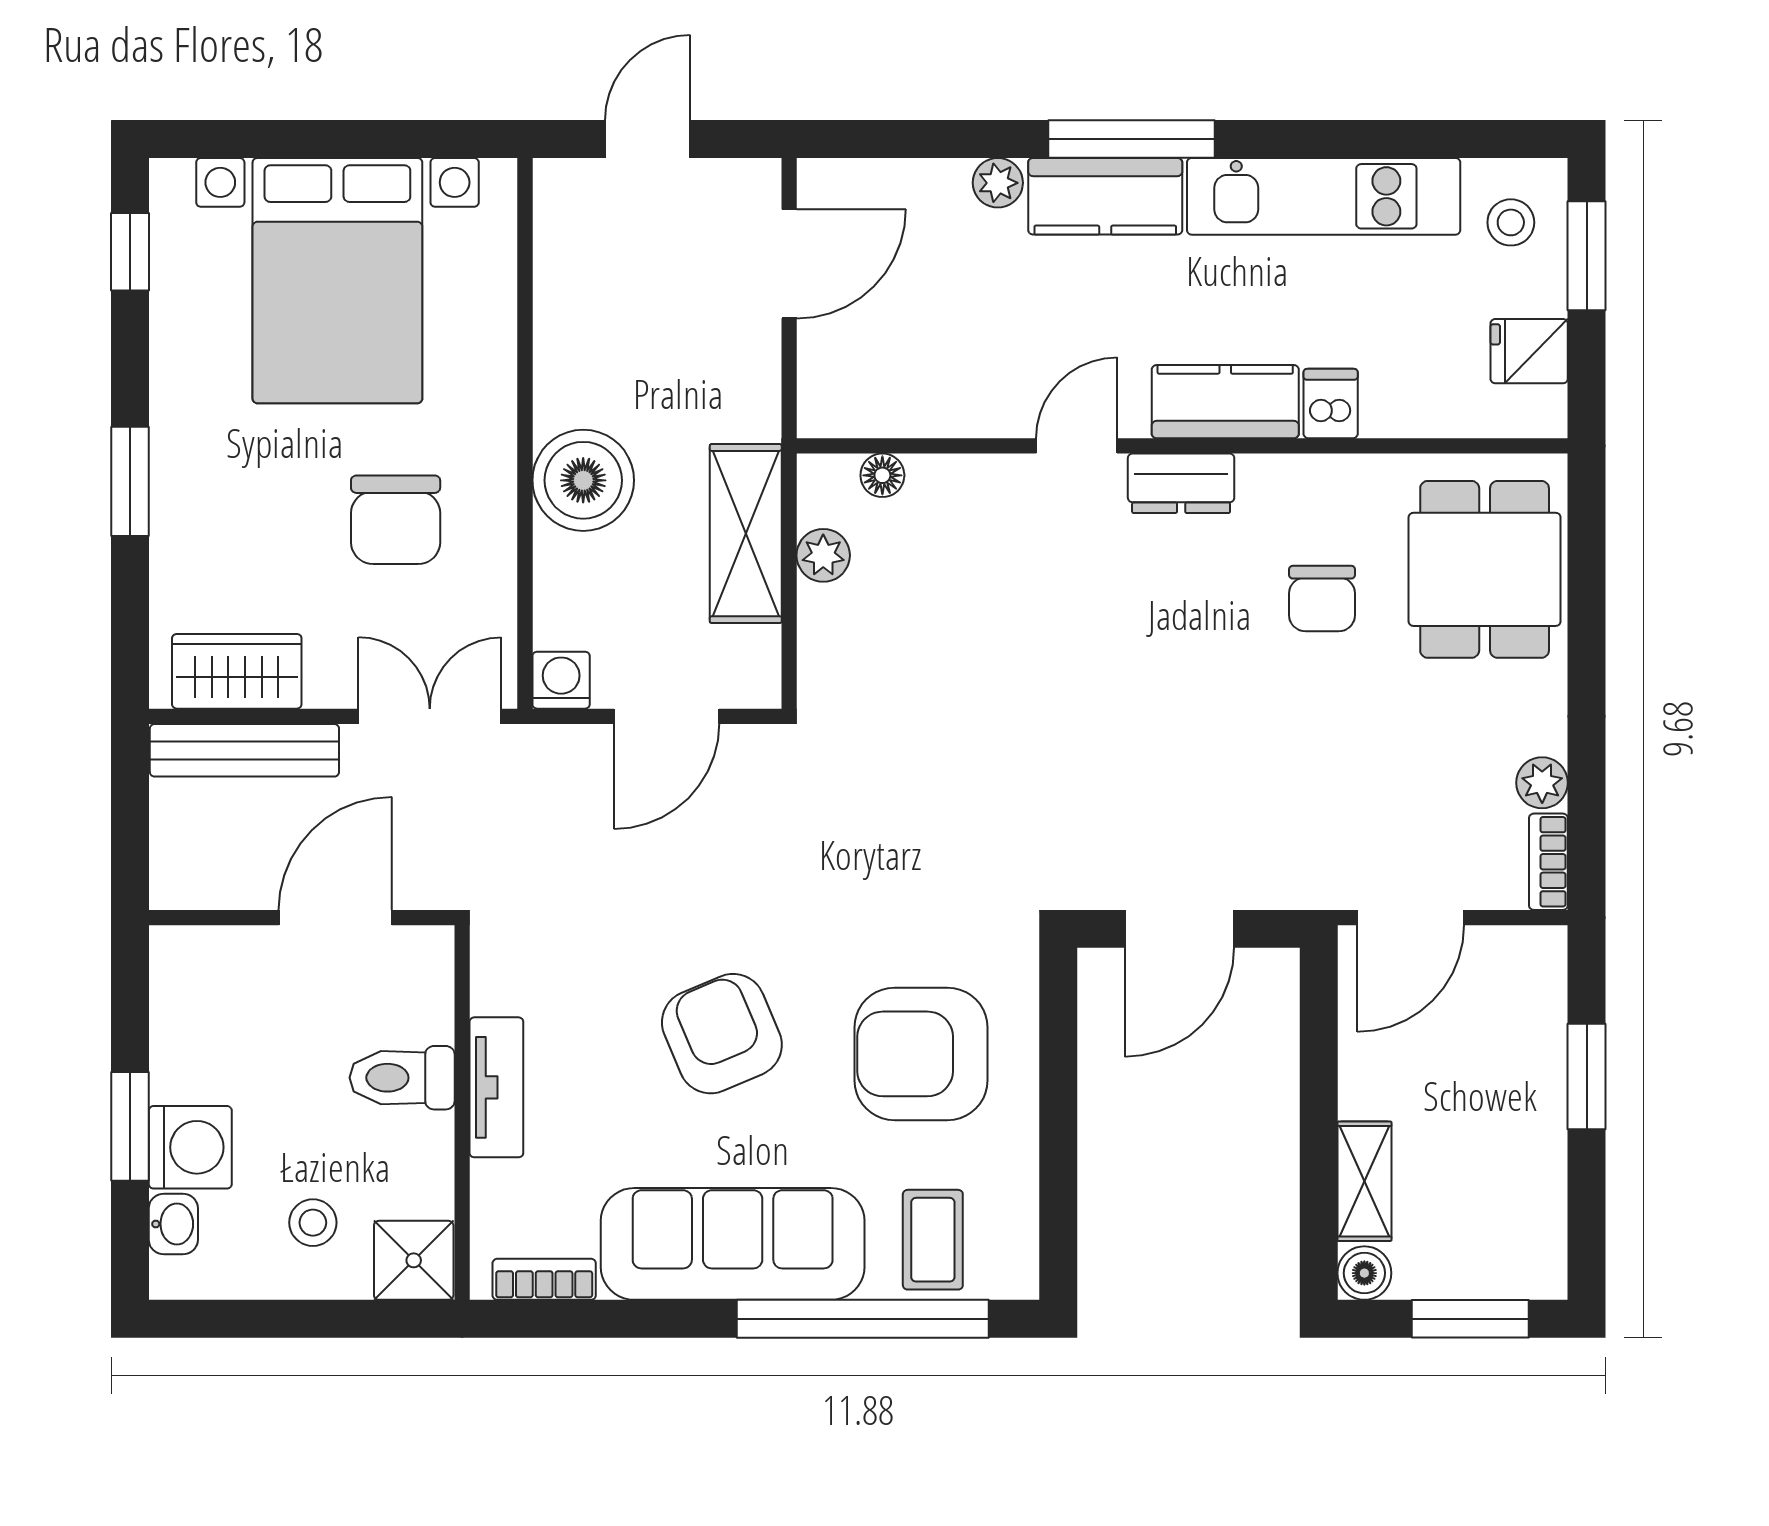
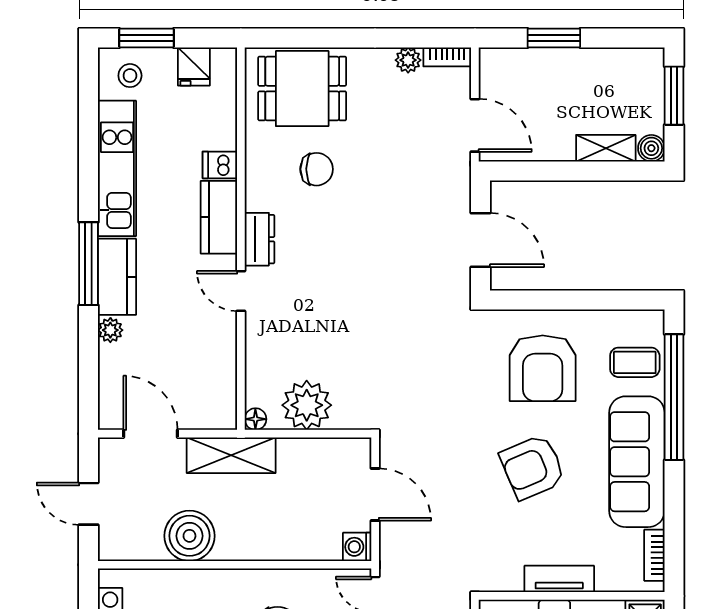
floor lamp: (882, 475) -> (255, 419), moved
boiler: (583, 480) -> (189, 536), moved
shelving: (746, 534) -> (231, 455), moved
plant: (823, 555) -> (307, 405), width x1.88, depth x1.88

